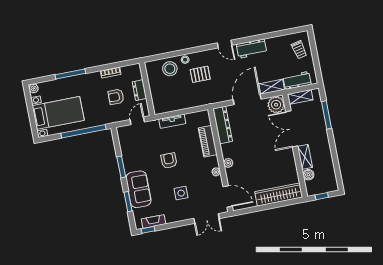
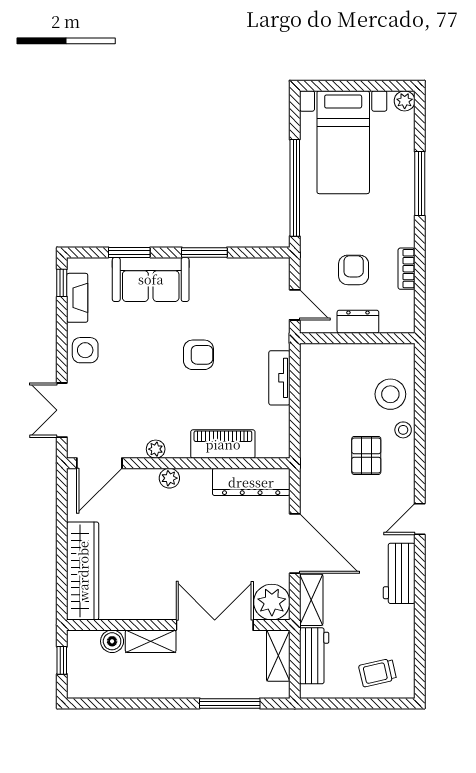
side table: (181, 193) -> (85, 350), moved

